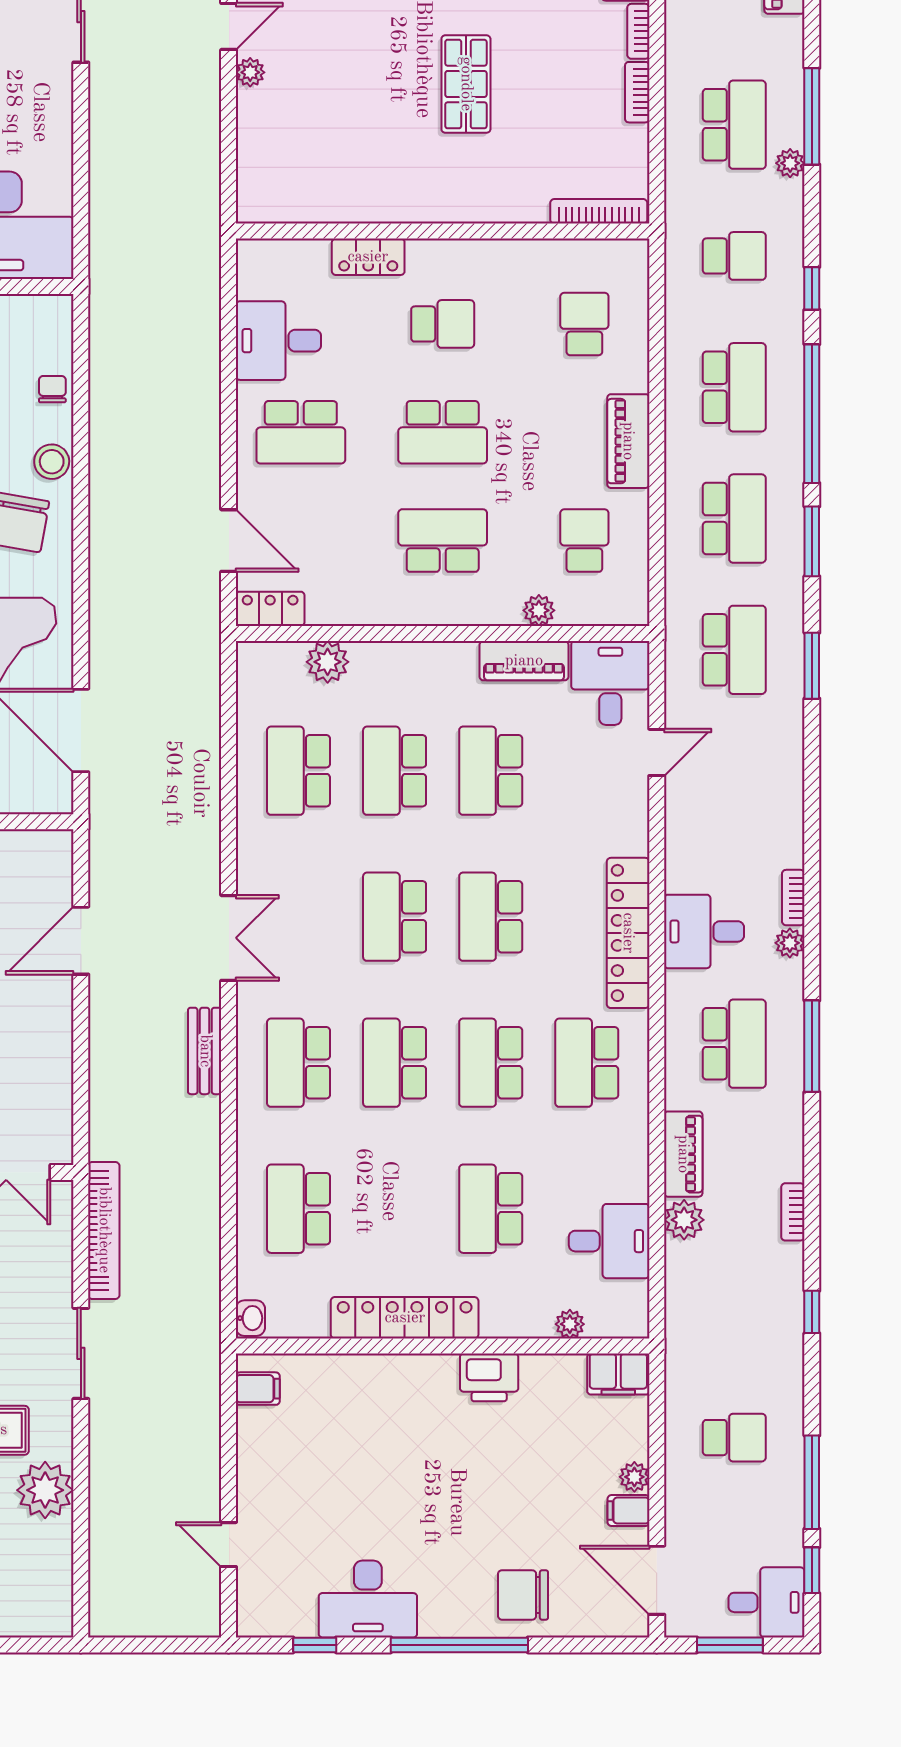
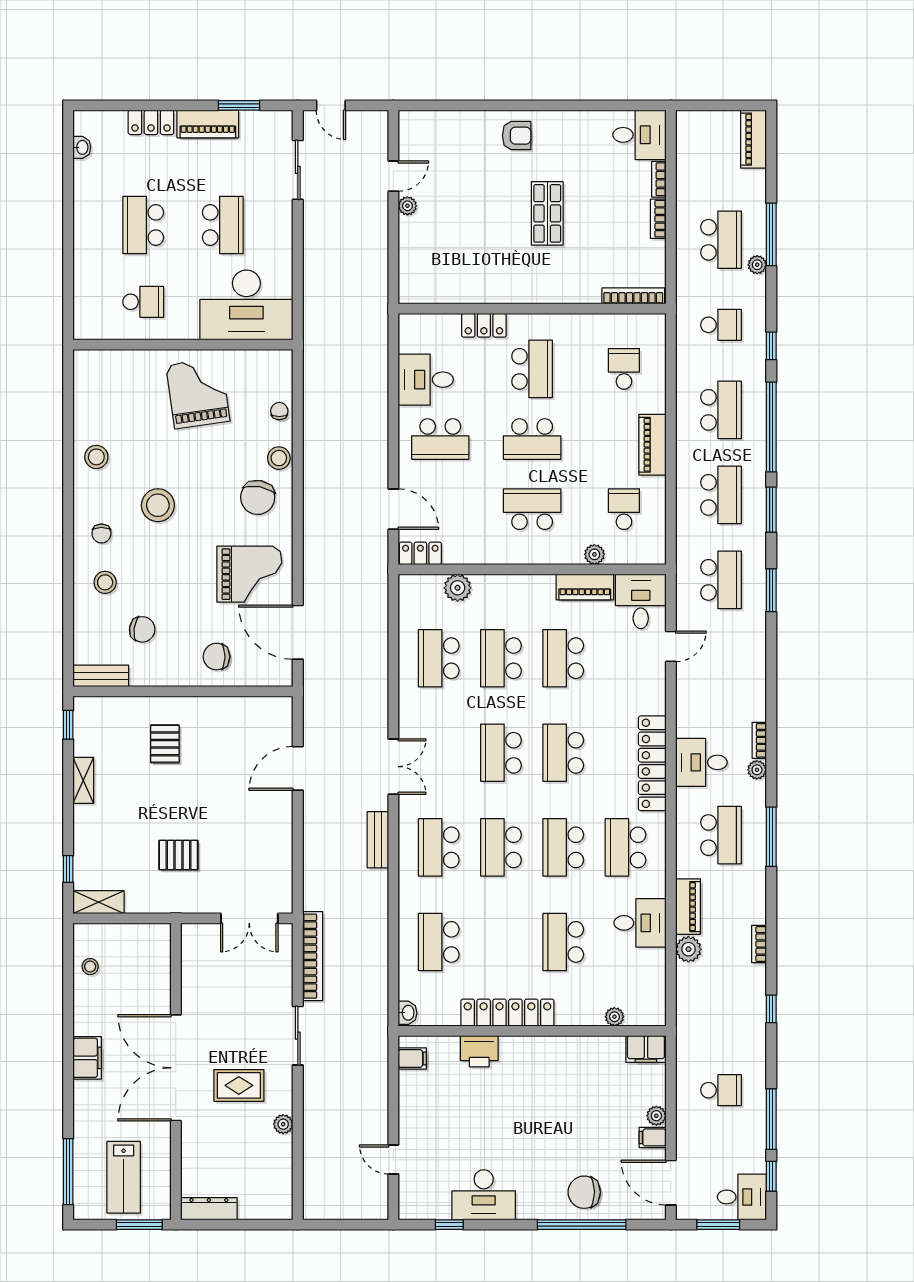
school desk: (443, 324) -> (532, 369), width x1.85
desk: (609, 1241) -> (640, 923), moved
printer: (489, 1377) -> (479, 1051), moved
plant: (45, 1490) -> (283, 1124), width x0.53, depth x0.53
window: (459, 1645) -> (582, 1225), moved

